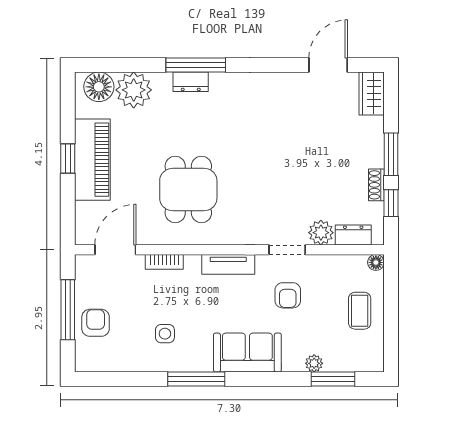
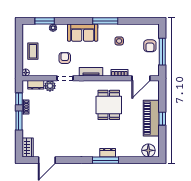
plant: (134, 90) -> (133, 149), removed

